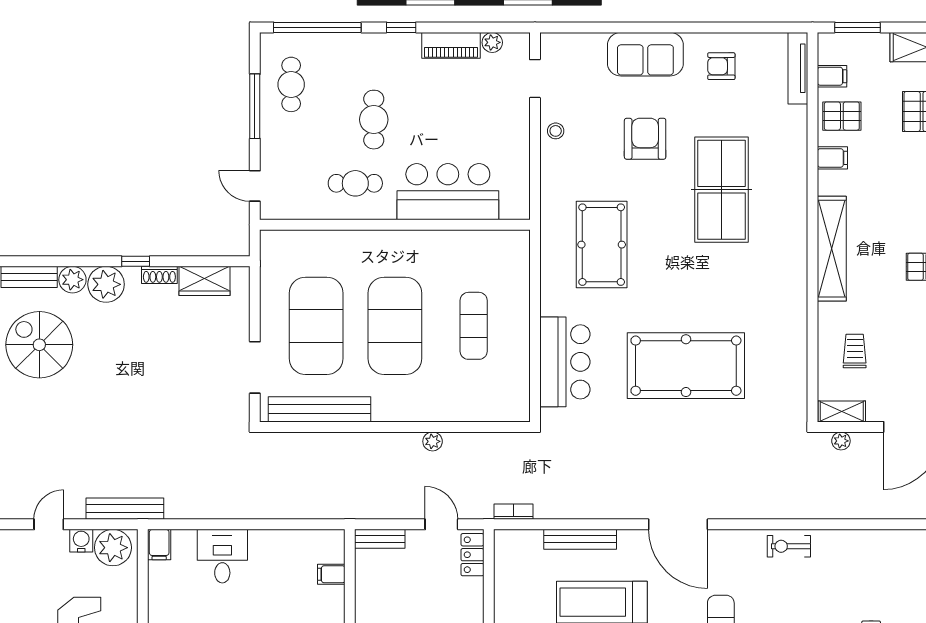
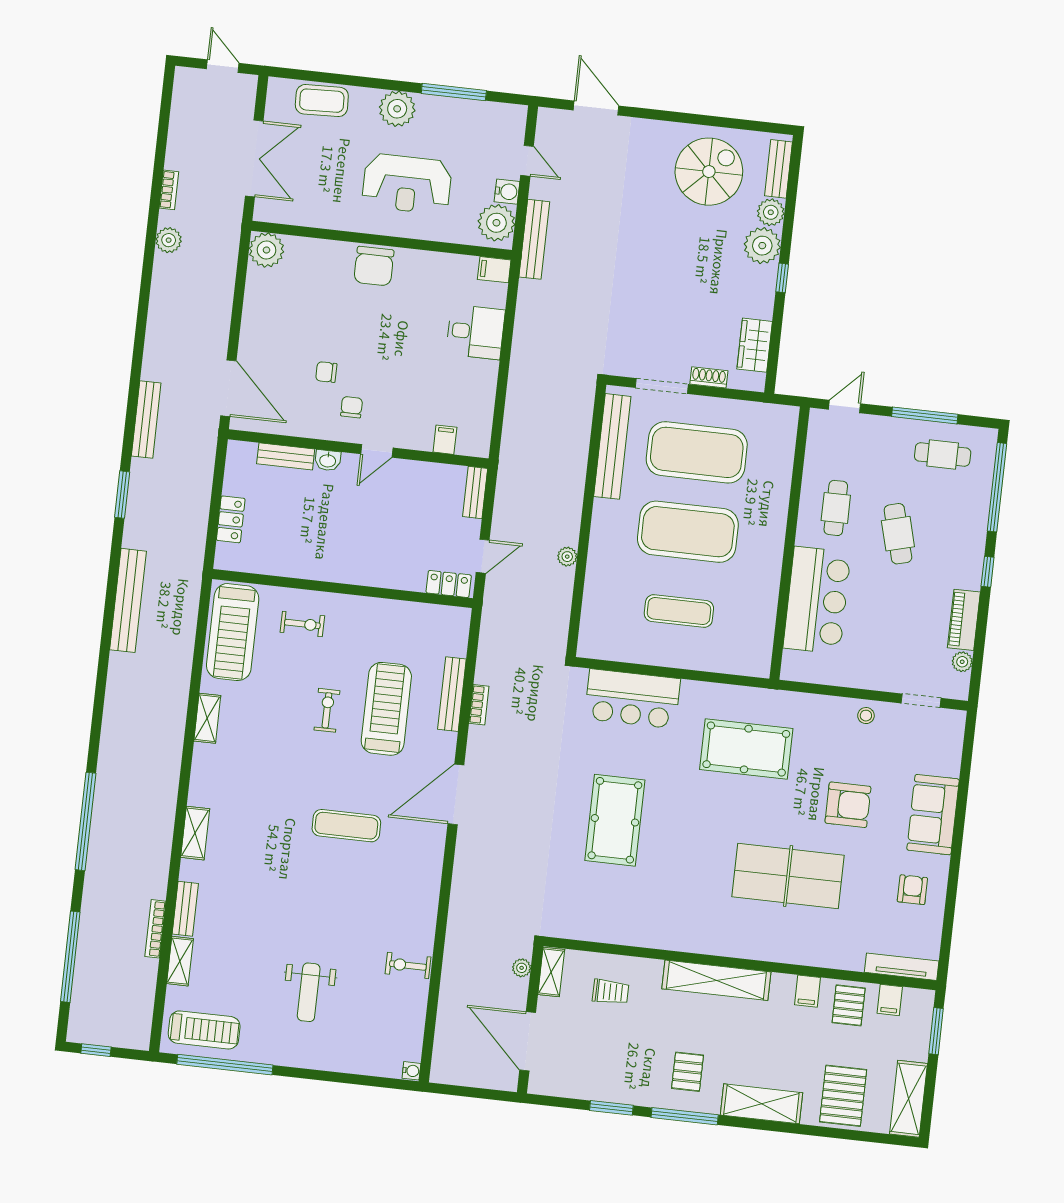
cafe table: (374, 120) -> (898, 534), turned 75
shoe rack: (159, 275) -> (709, 377), moved, turned 90
pool table: (686, 366) -> (615, 820), width x0.73, depth x0.76
bookcase: (514, 512) -> (479, 705), moved
exercise bike: (789, 546) -> (408, 965), moved, turned -90

